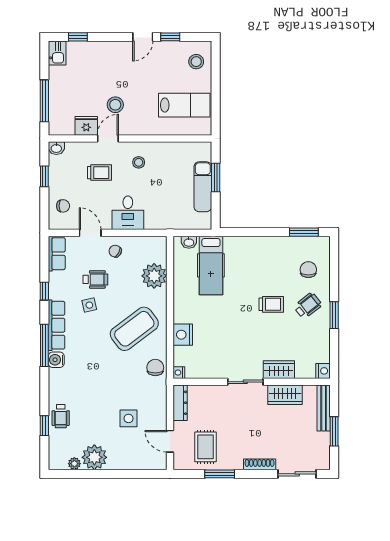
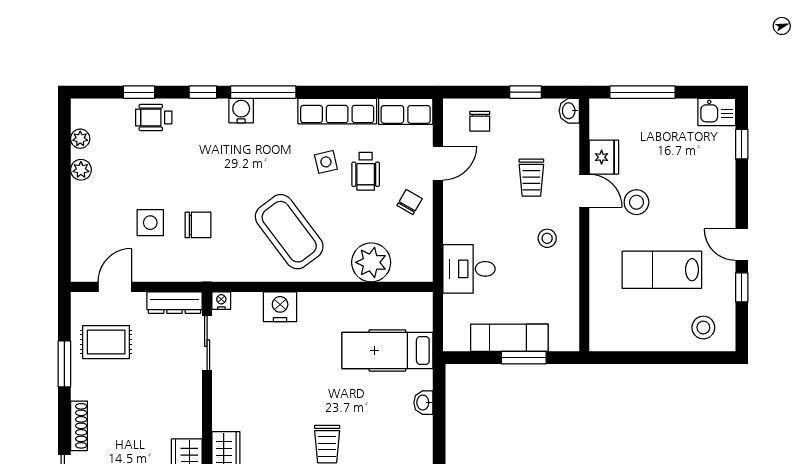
lab bench: (184, 105) -> (662, 270), moved, turned 90
desk: (128, 213) -> (469, 269), moved
washbasin: (189, 242) -> (423, 403), moved
window: (44, 291) -> (203, 92), moved
row of seats: (57, 325) -> (337, 111), moved
chair: (155, 368) -> (198, 225), moved
sliding door: (245, 382) -> (207, 343), moved
plant: (94, 457) -> (81, 170), width x0.53, depth x0.53

